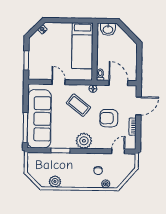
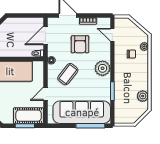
cot: (37, 64) -> (29, 116), added

